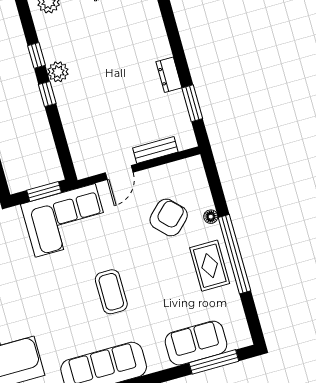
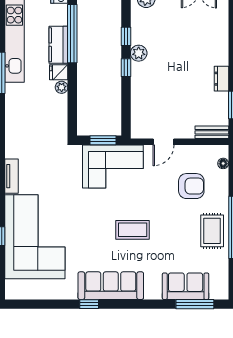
bench: (155, 150) -> (212, 132), moved
armchair: (169, 217) -> (191, 186), turned 44
floor lamp: (211, 217) -> (223, 163), moved
coffee table: (111, 292) -> (133, 230), turned 90

